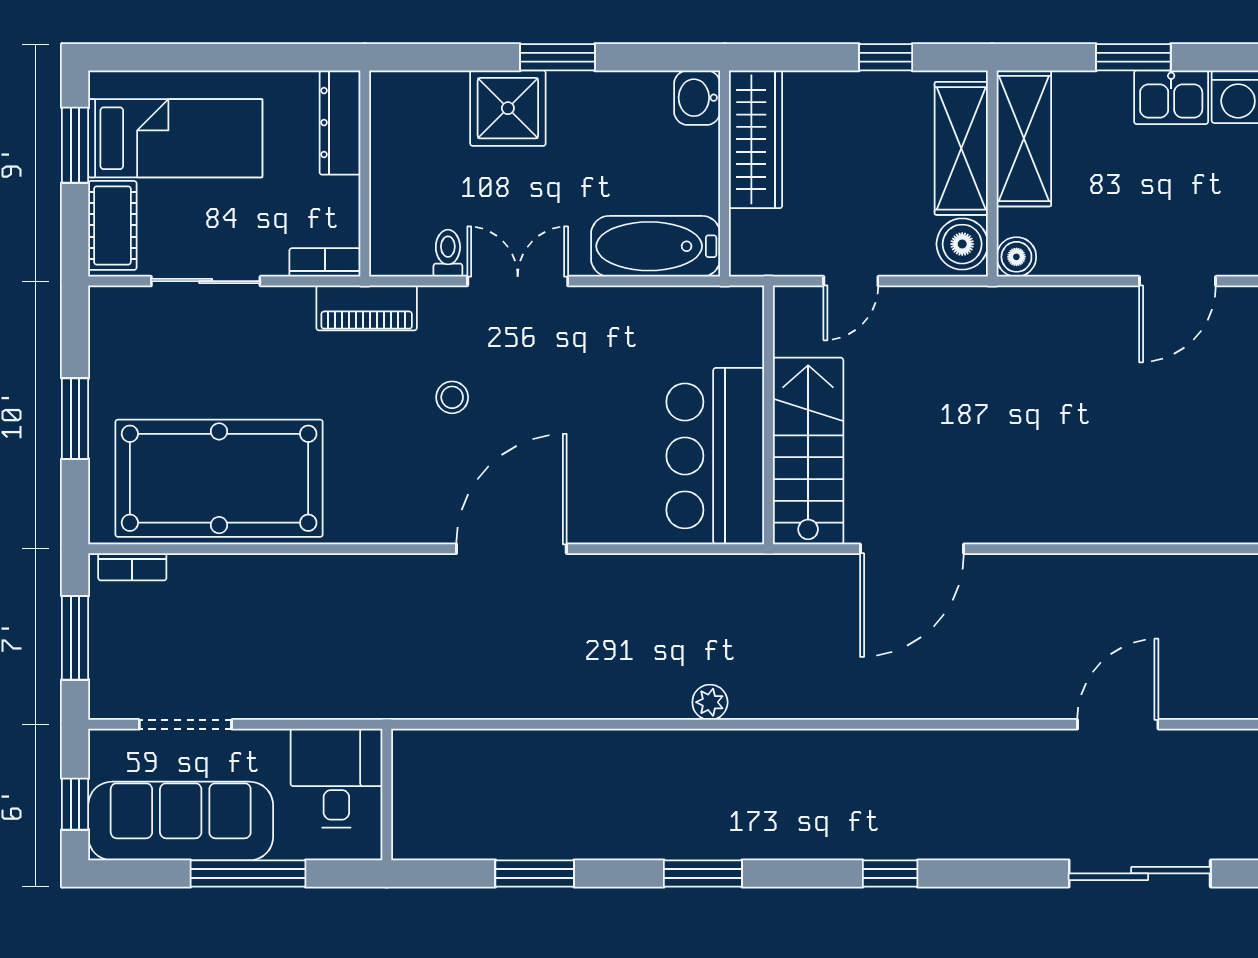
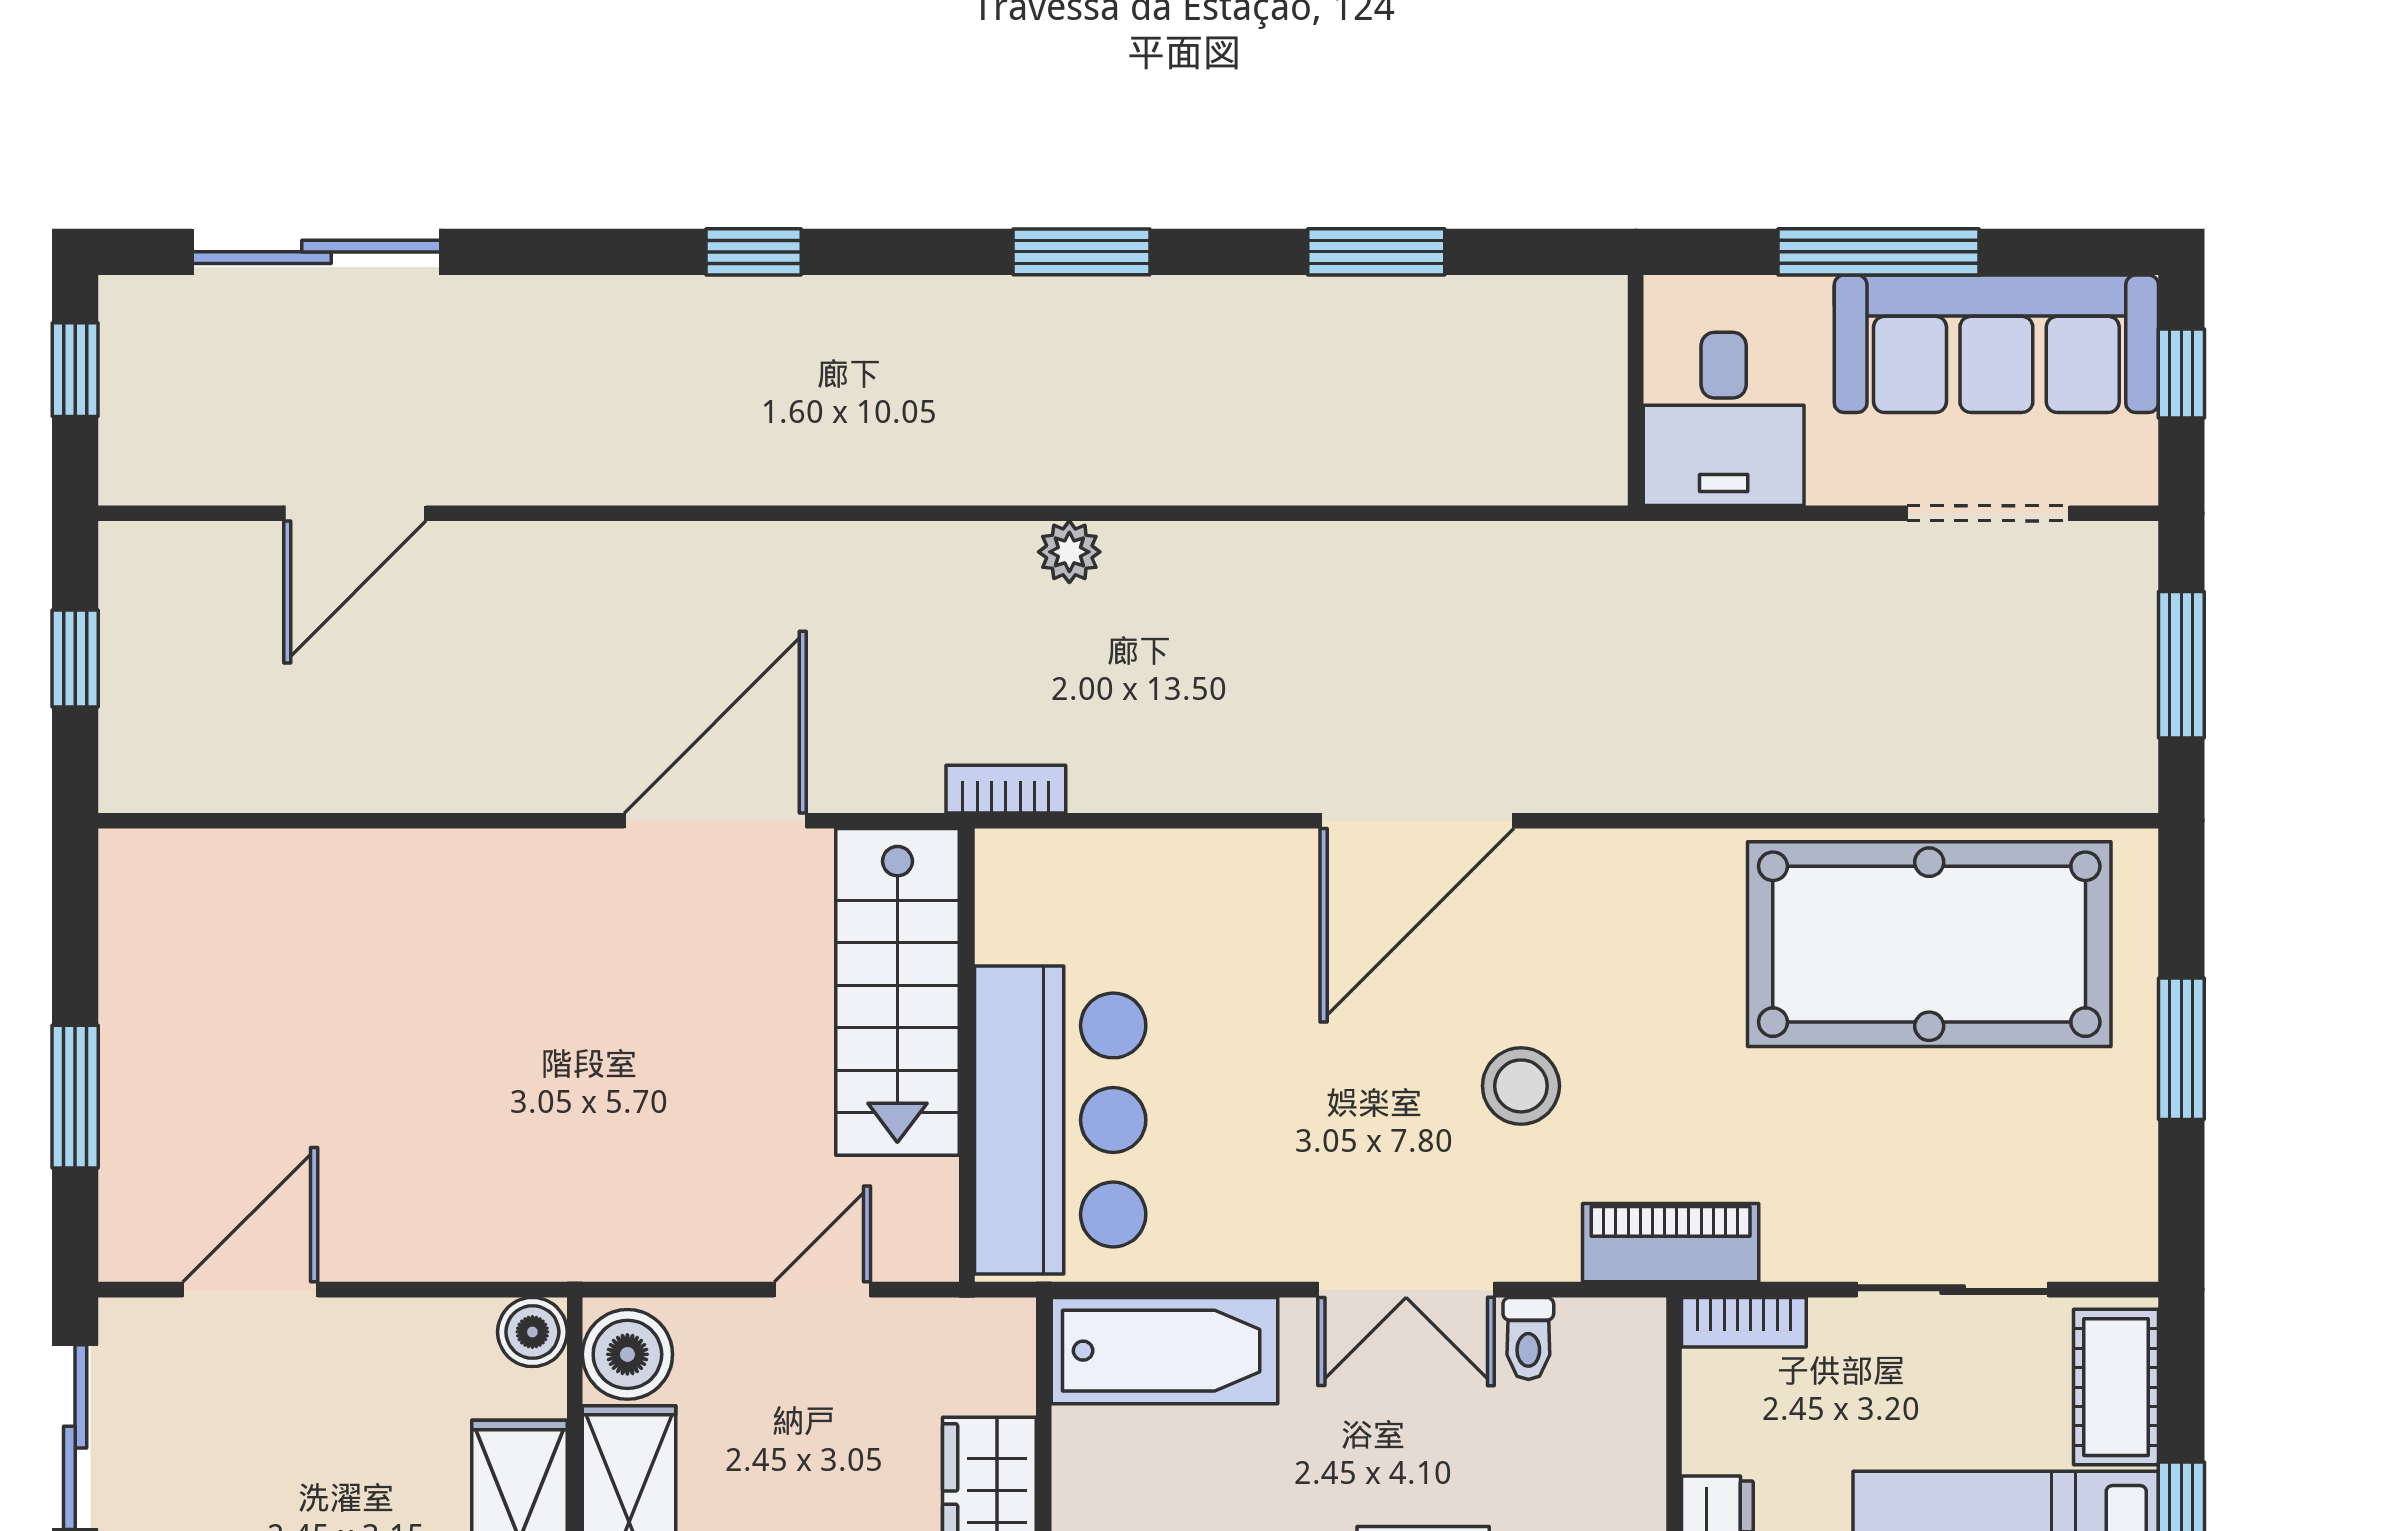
stool: (452, 397) -> (1521, 1086), width x1.37, depth x1.37
bar counter: (715, 456) -> (1060, 1120), moved
bookcase: (132, 567) -> (1006, 789), moved

